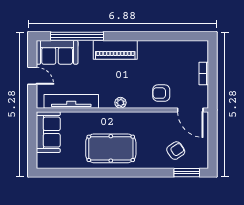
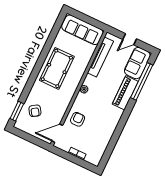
piano: (115, 50) -> (125, 93), moved
sofa: (48, 132) -> (82, 30), width x1.36

